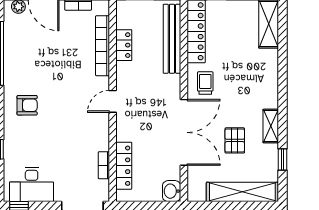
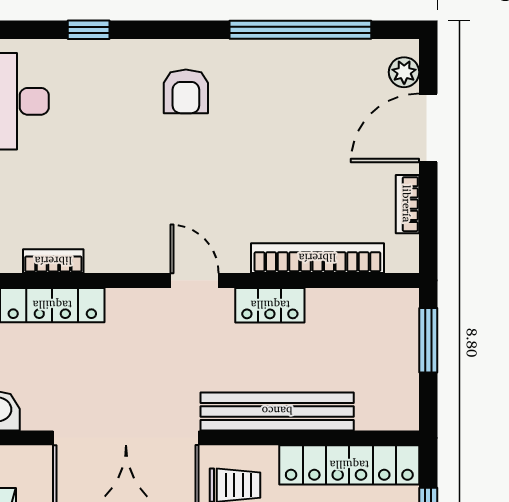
bench: (172, 39) -> (277, 411), moved
locker: (124, 45) -> (270, 305), moved

